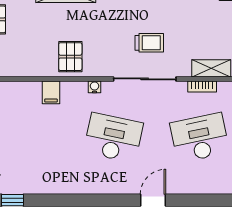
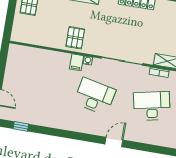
trolley: (149, 43) -> (129, 37), removed
filing cabinet: (51, 92) -> (76, 62), moved

